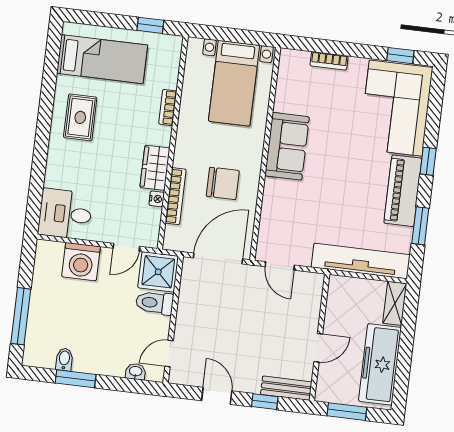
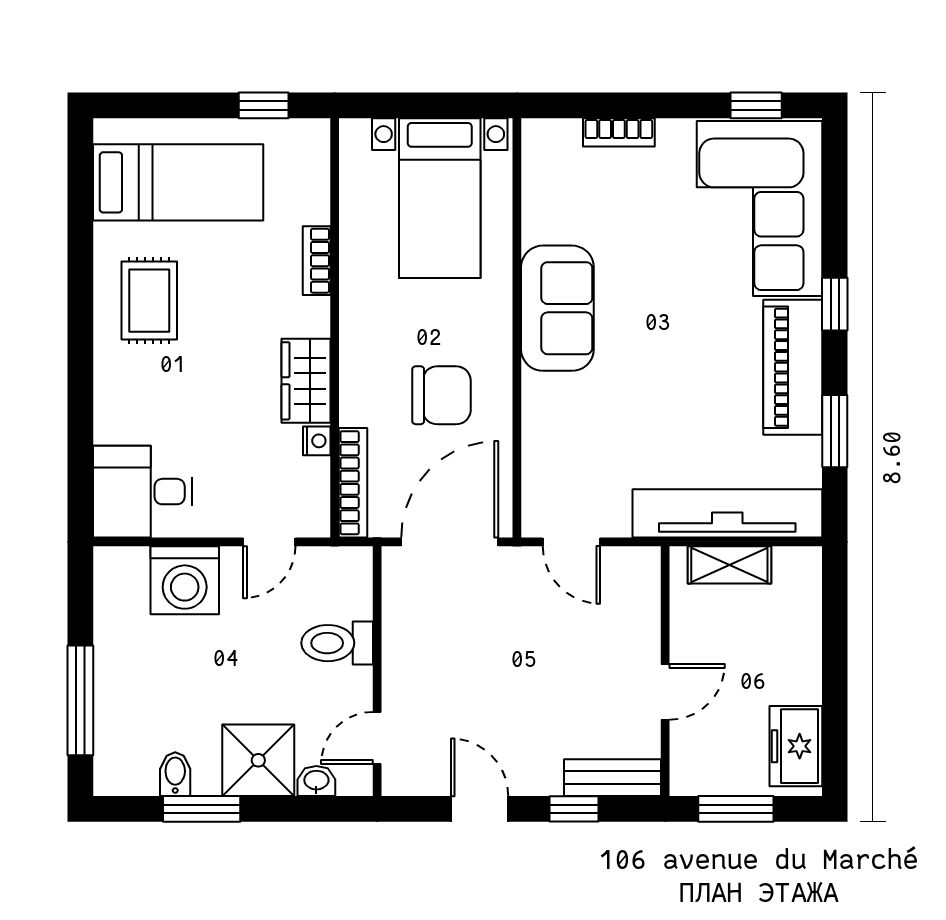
bookcase: (176, 196) -> (353, 483), moved
shower: (158, 272) -> (258, 760), moved
shelving: (395, 303) -> (729, 565), moved, turned 90
freezer: (380, 364) -> (796, 746), width x0.52, depth x0.79

